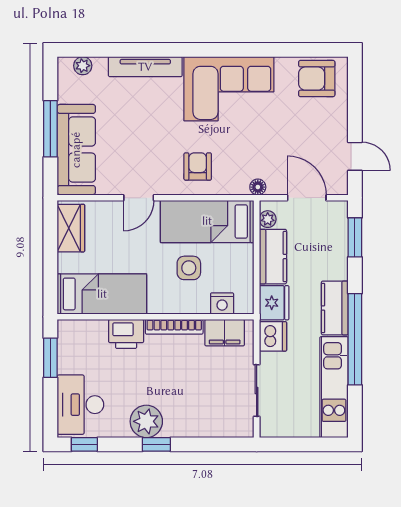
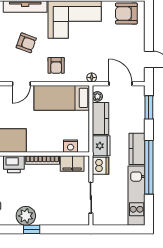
armchair: (147, 128) -> (26, 43), added
armchair: (198, 166) -> (56, 65), turned 180
side table: (189, 268) -> (51, 125), removed

